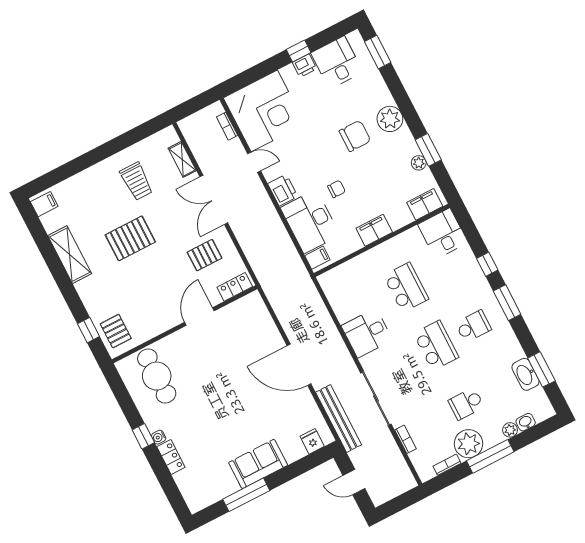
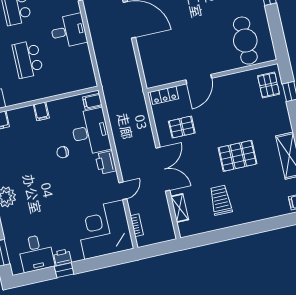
chair: (355, 136) -> (37, 191), removed
door: (254, 162) -> (123, 191), swing flipped
filing cabinet: (374, 230) -> (41, 111), width x0.50

